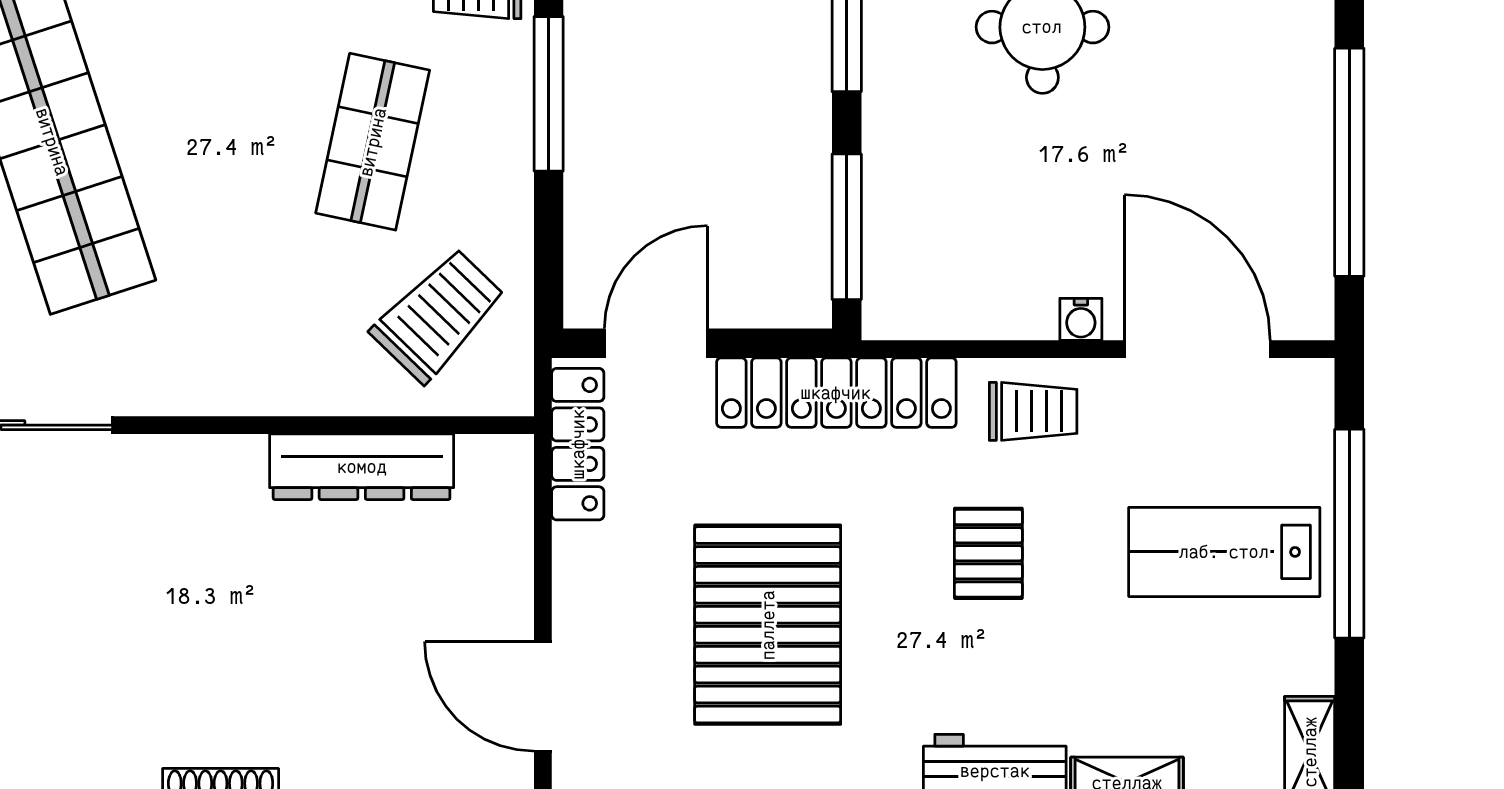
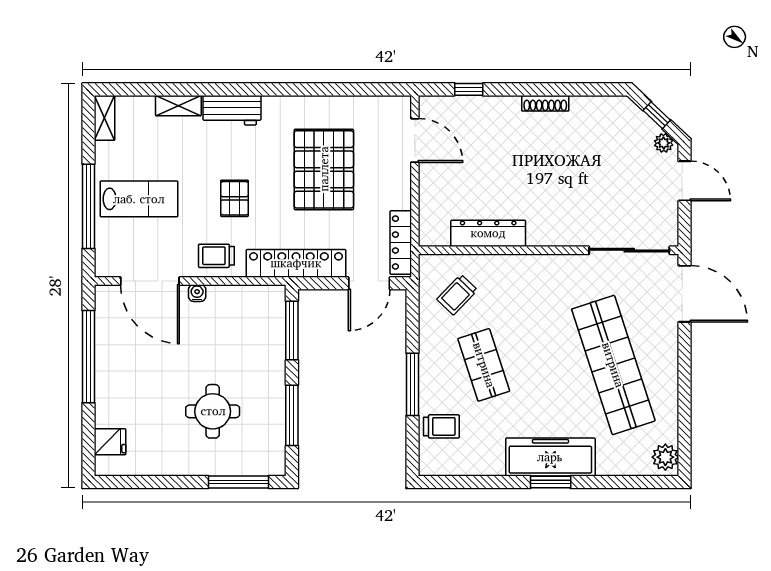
shop shelf: (373, 142) -> (484, 365), turned -30
trolley: (438, 315) -> (457, 295), width x0.73, depth x0.72

